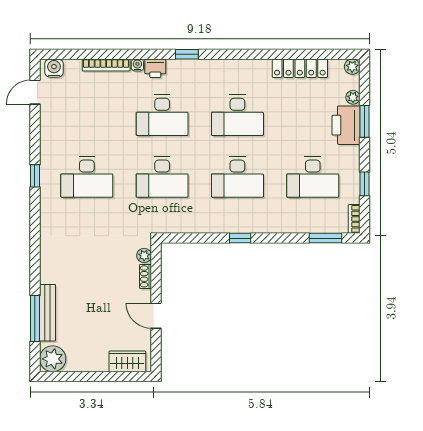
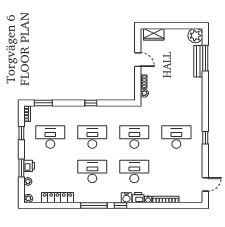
window: (235, 54) -> (94, 205), added
water cooler: (54, 68) -> (126, 198), moved
printer: (346, 125) -> (29, 166), width x0.53, depth x0.68

